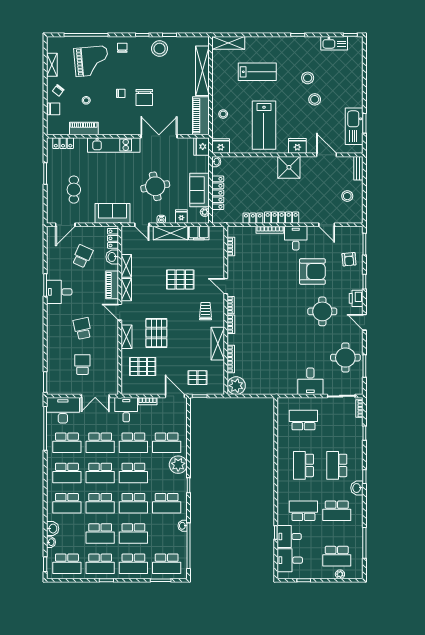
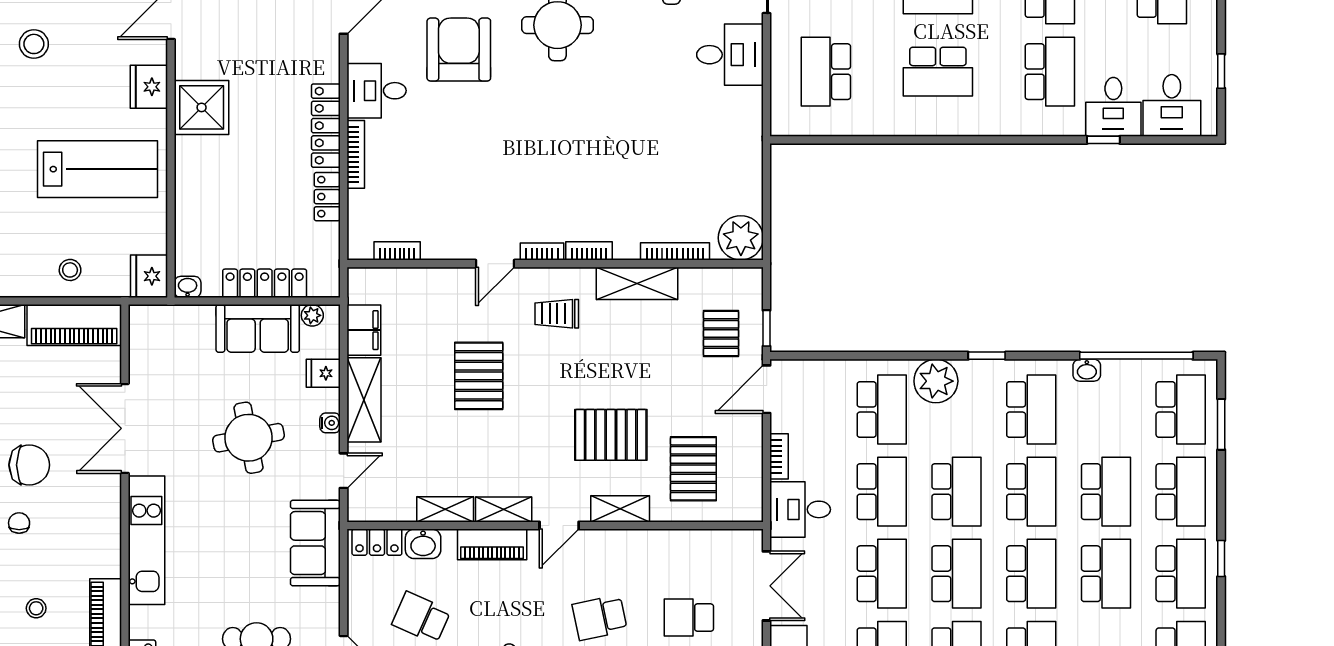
fridge: (202, 147) -> (150, 323), removed
school desk: (303, 511) -> (1050, 72), turned 180

